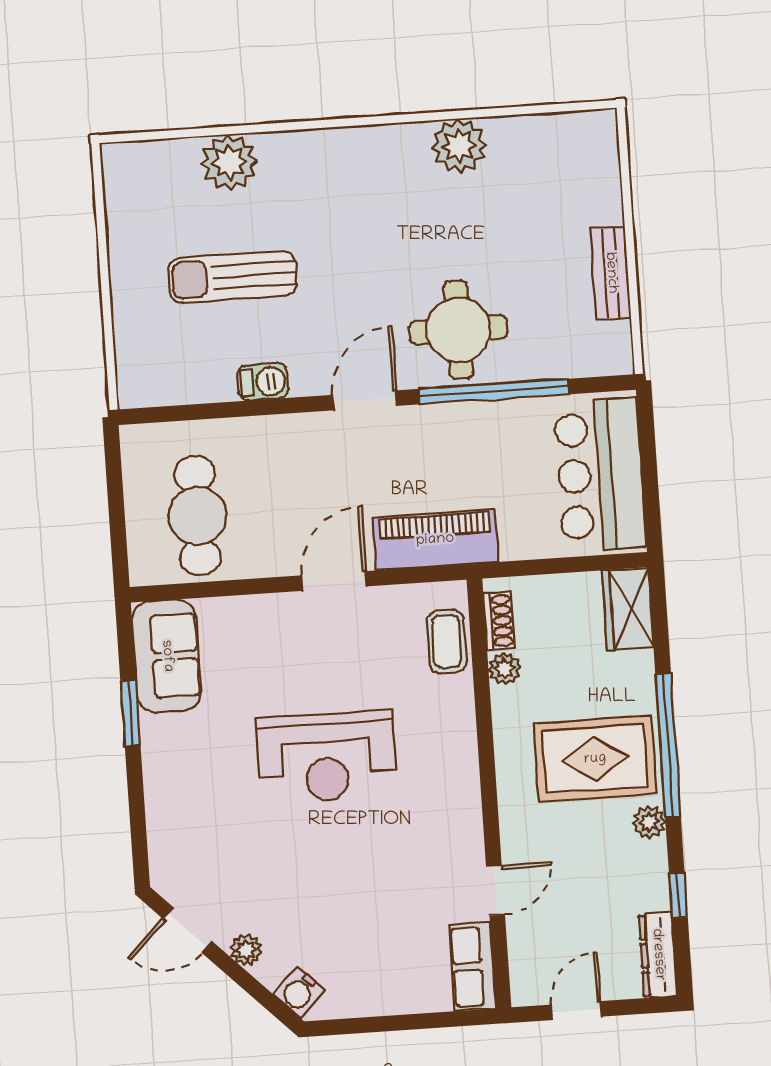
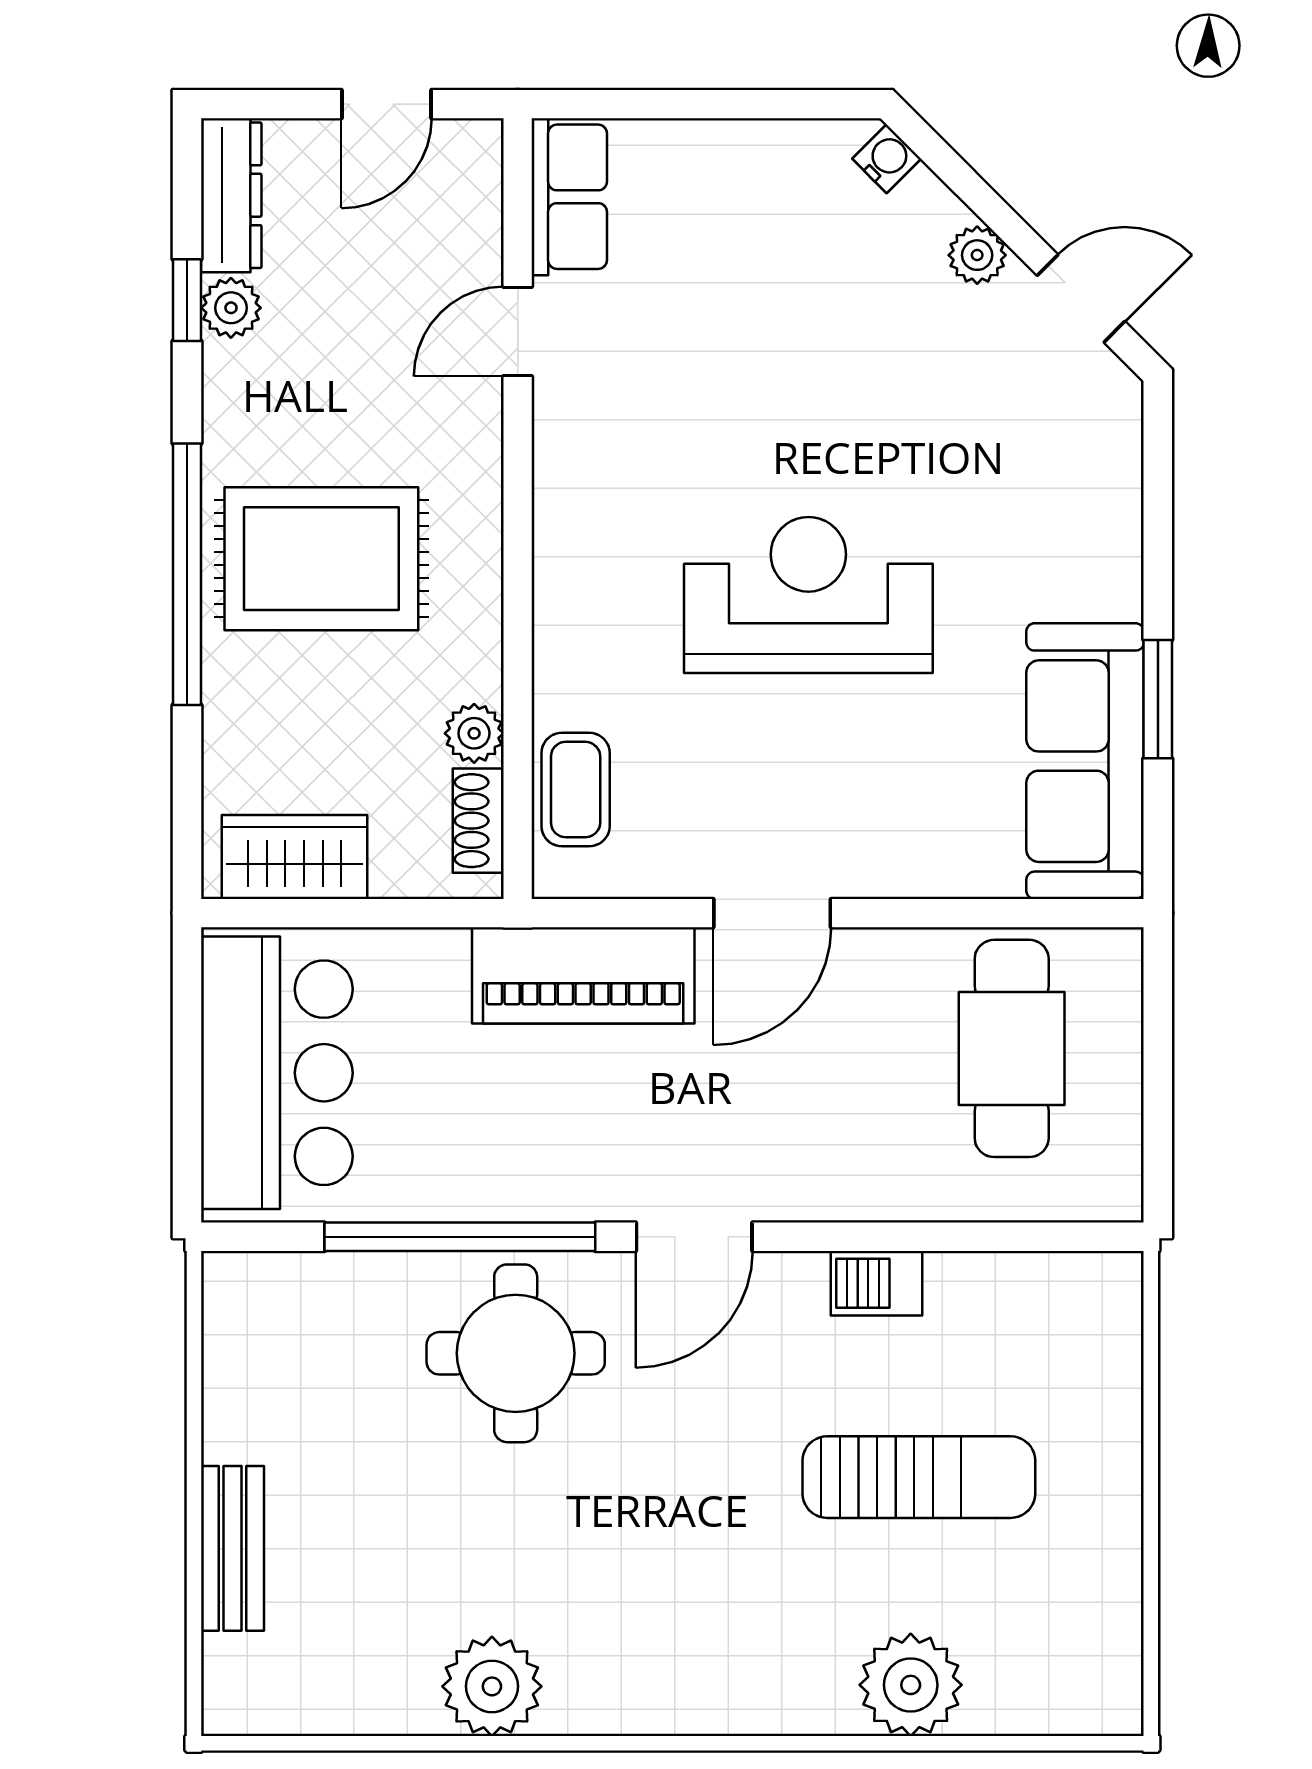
bench: (611, 273) -> (233, 1548), moved
wardrobe: (628, 609) -> (295, 857), moved, turned -90
sofa: (167, 656) -> (1085, 761), width x1.36
plant: (649, 822) -> (231, 308), moved
water cooler: (299, 992) -> (887, 159), width x0.72, depth x0.72

